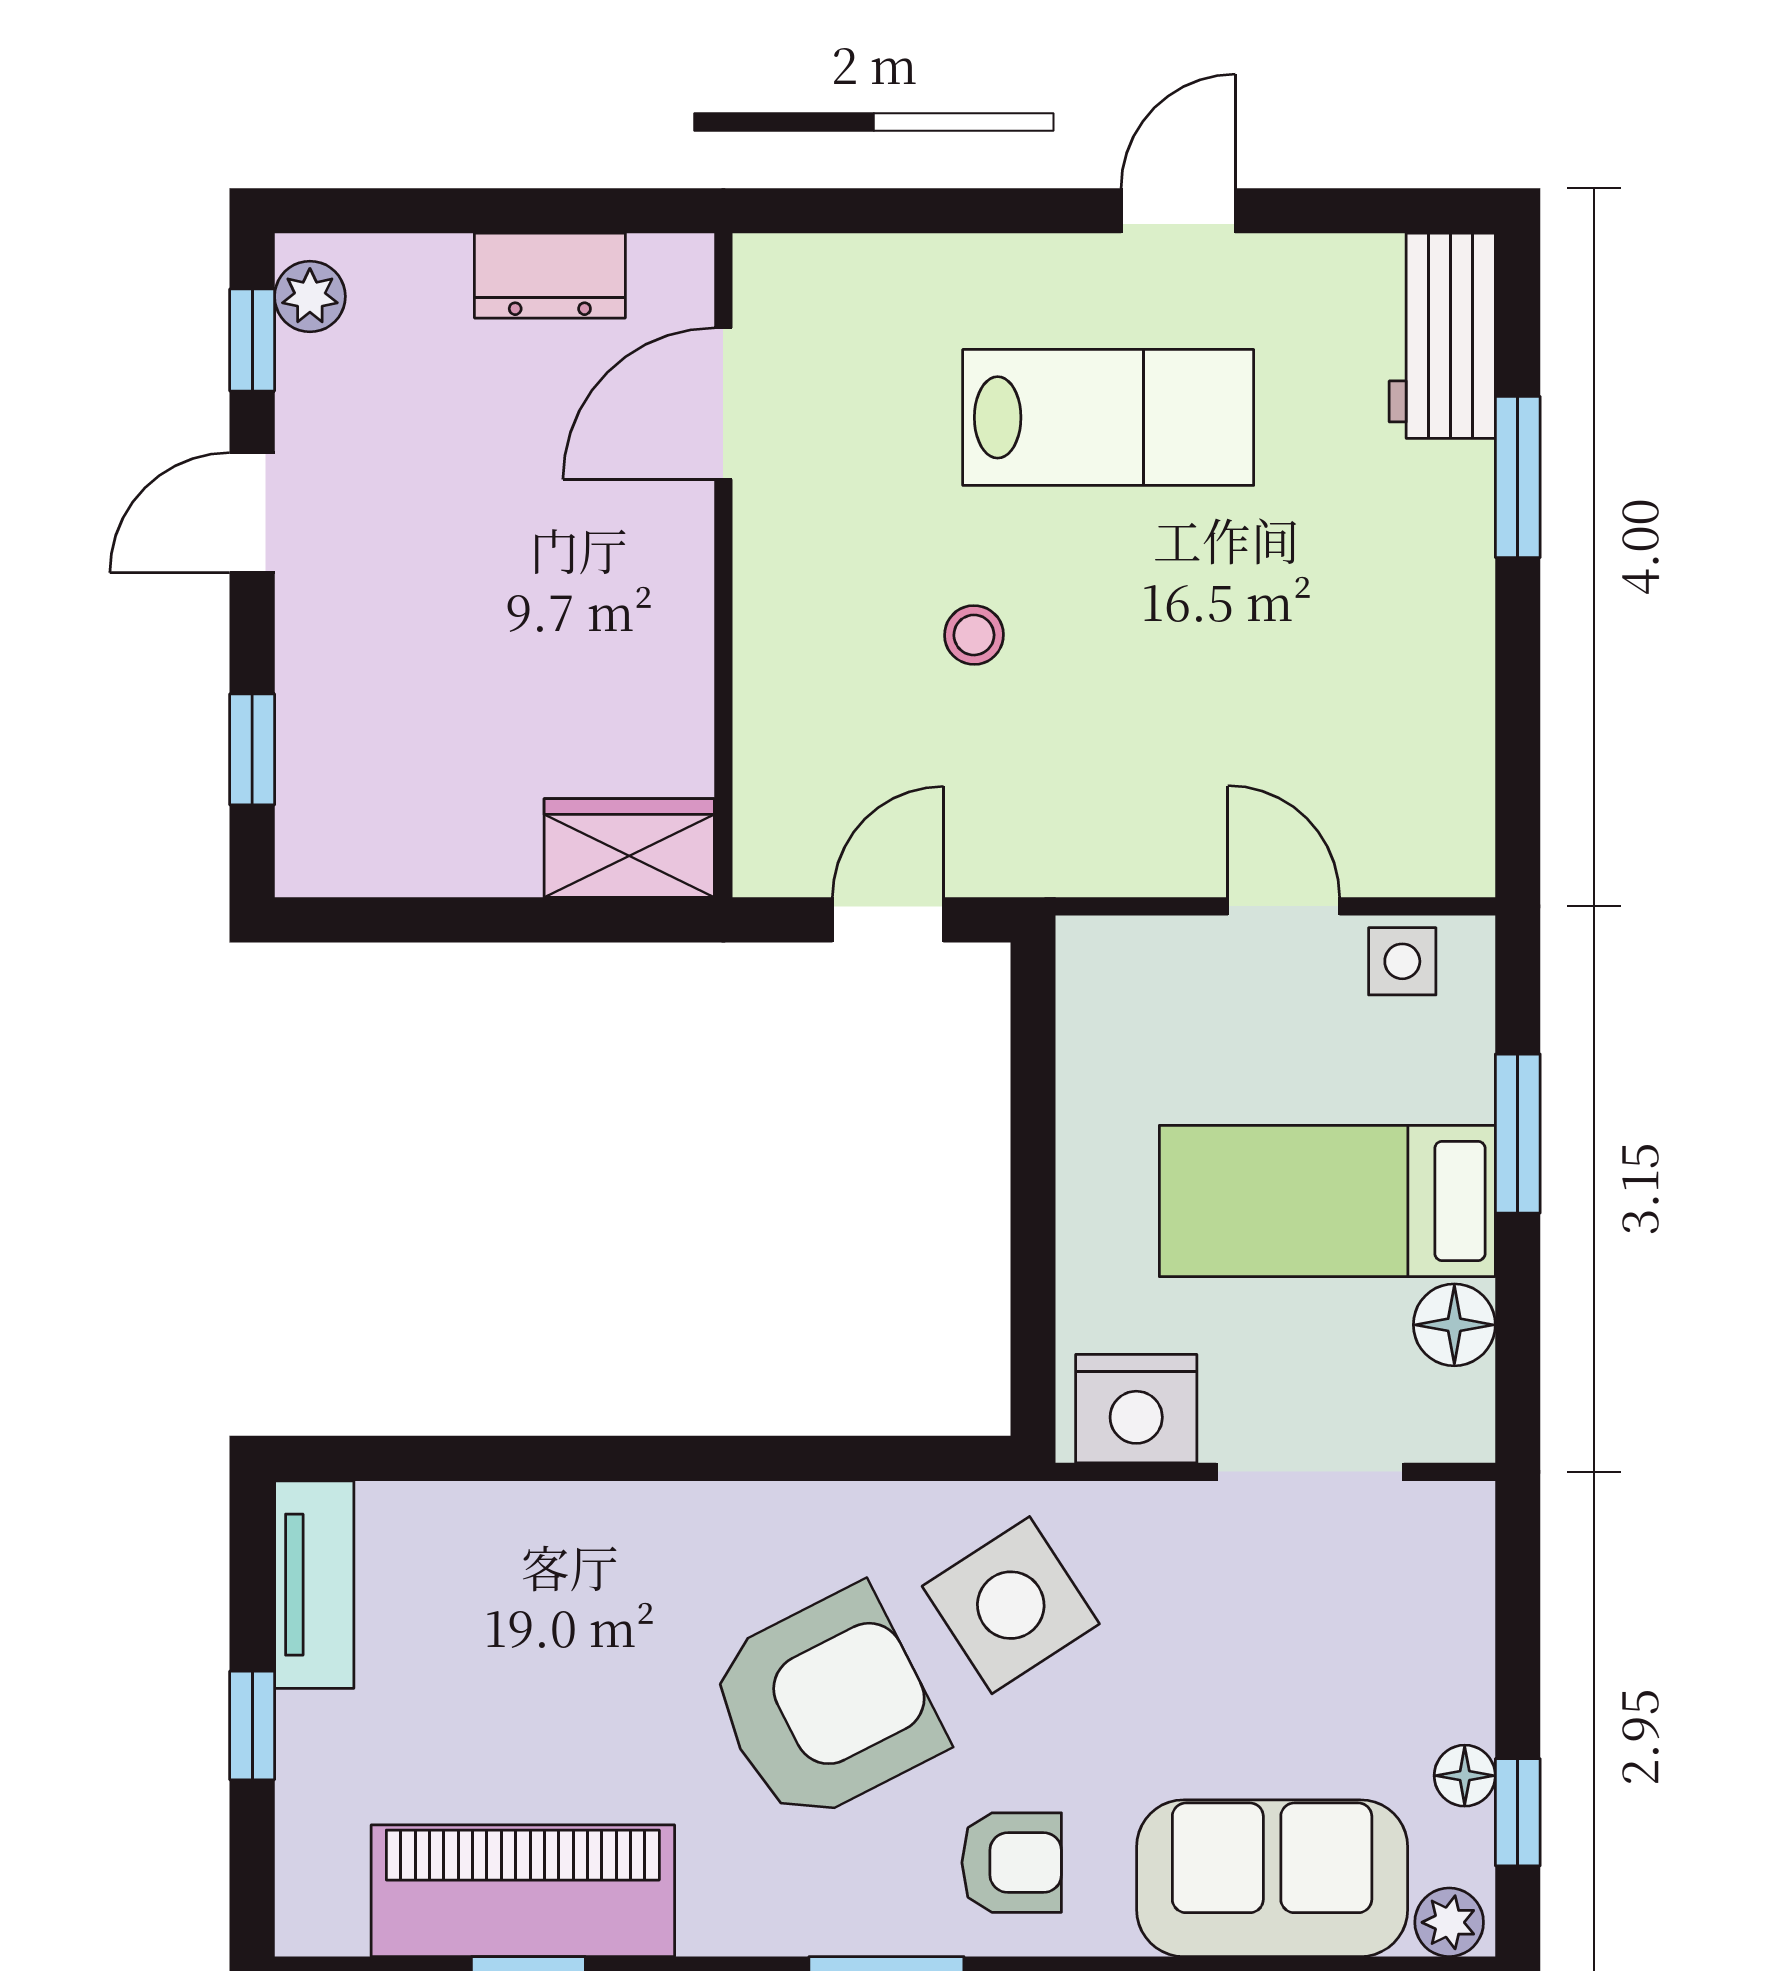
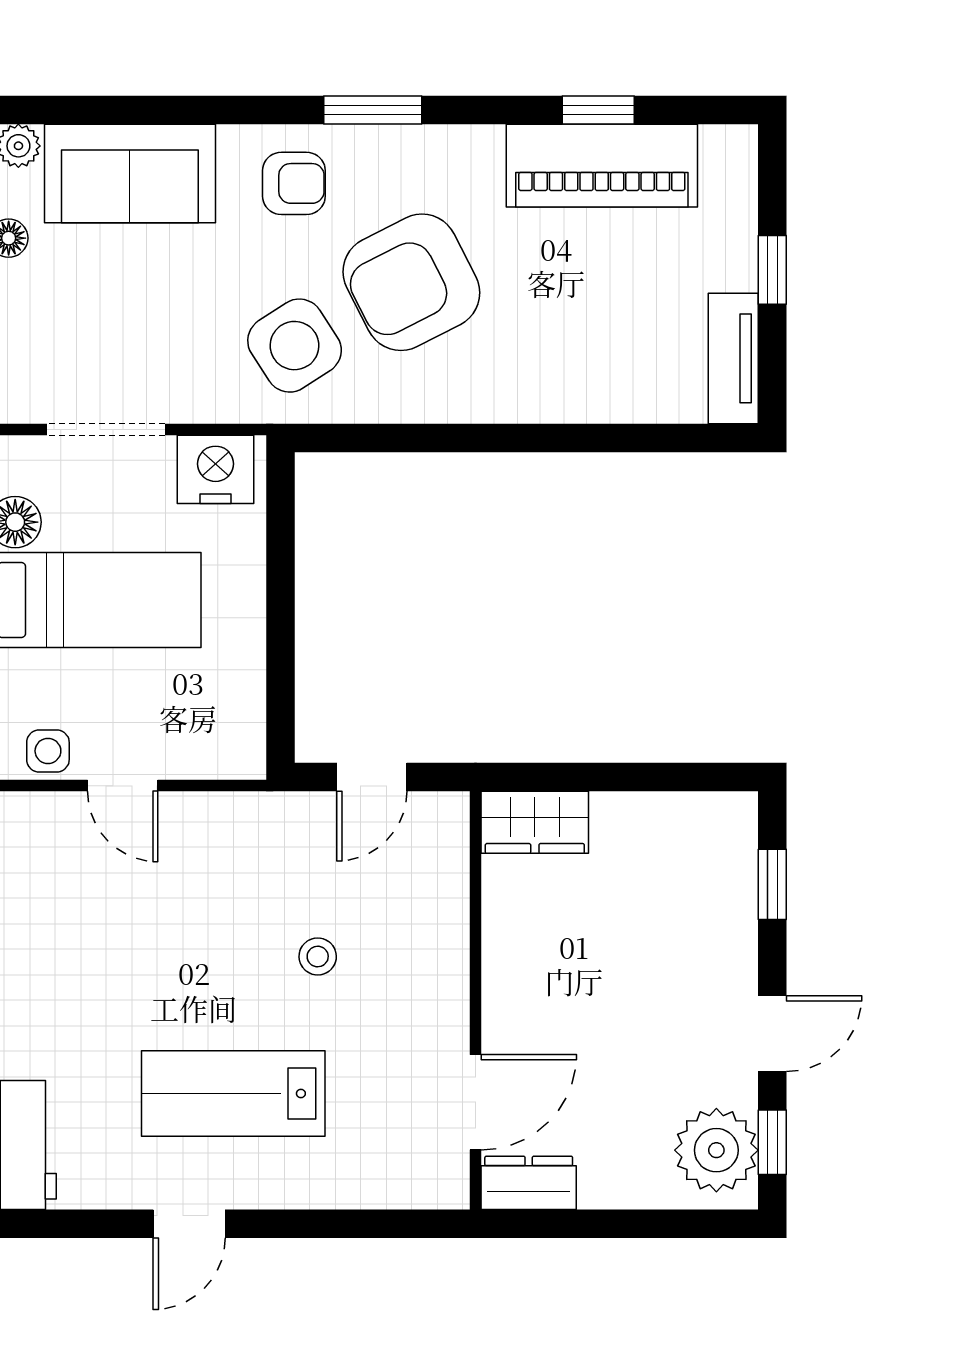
dresser: (550, 276) -> (529, 1183), moved
plant: (310, 296) -> (716, 1150), width x1.87, depth x1.87
armchair: (1012, 1863) -> (294, 183), turned 180

